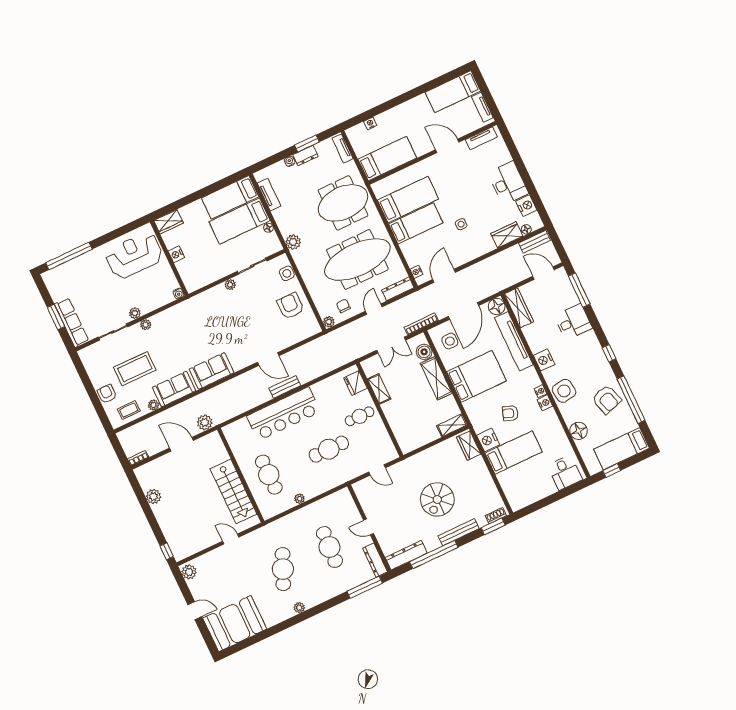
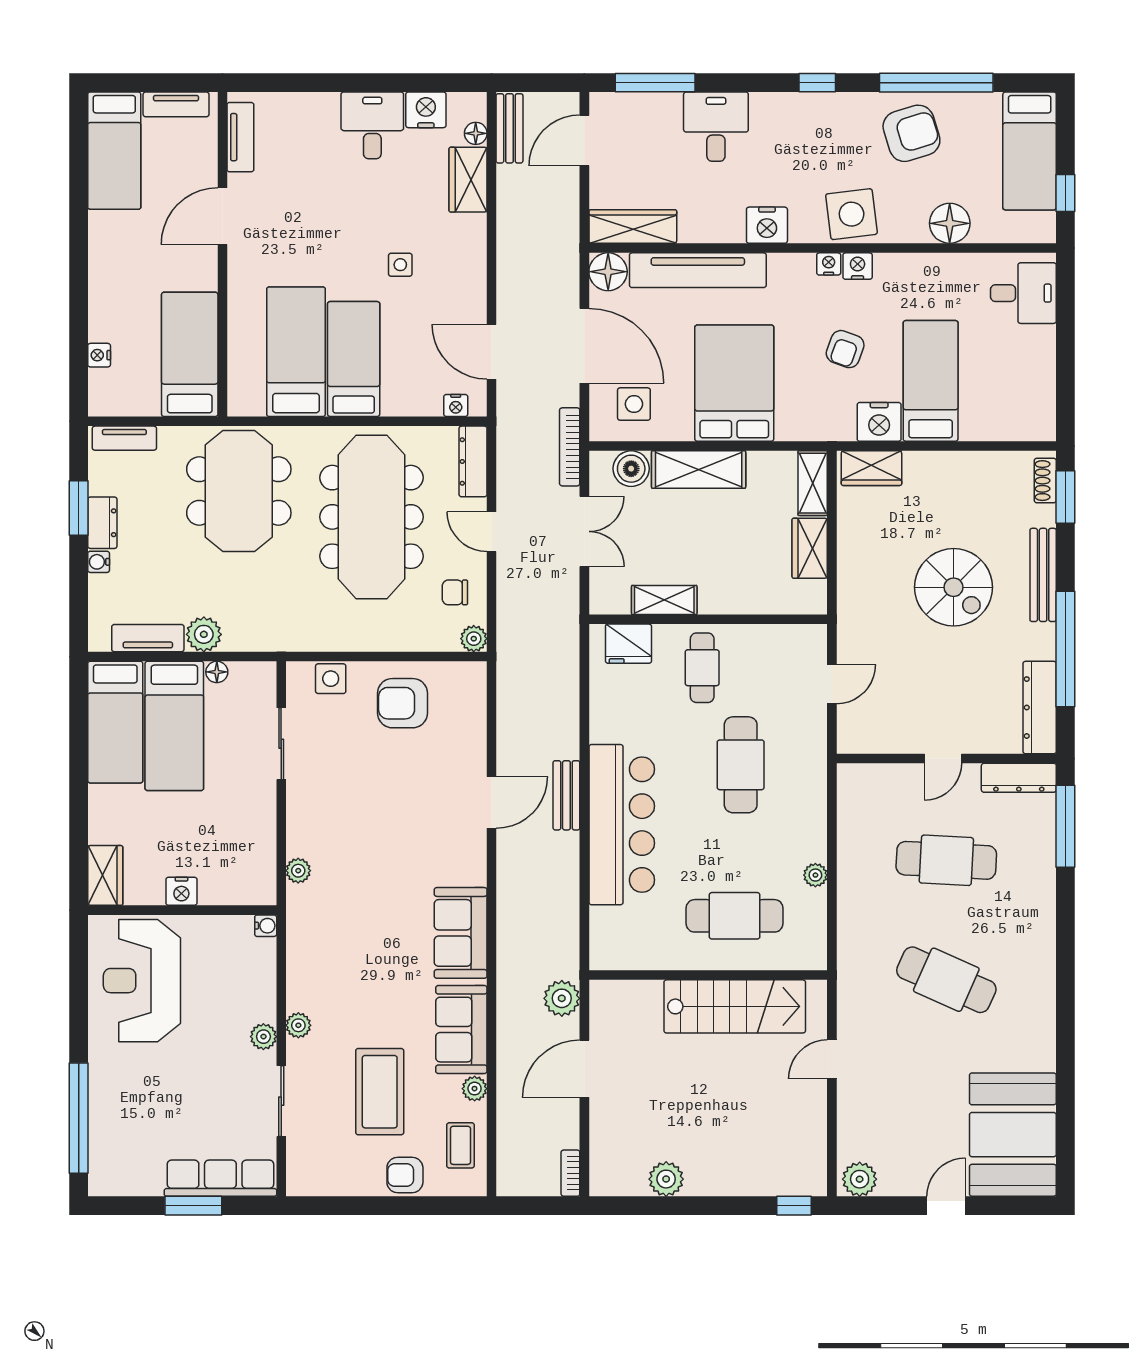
desk: (508, 183) -> (372, 125), width x0.73
plant: (293, 242) -> (204, 634), moved
plant: (230, 285) -> (298, 871), moved
wardrobe: (426, 436) -> (810, 548), added
plant: (299, 608) -> (1043, 983), removed

